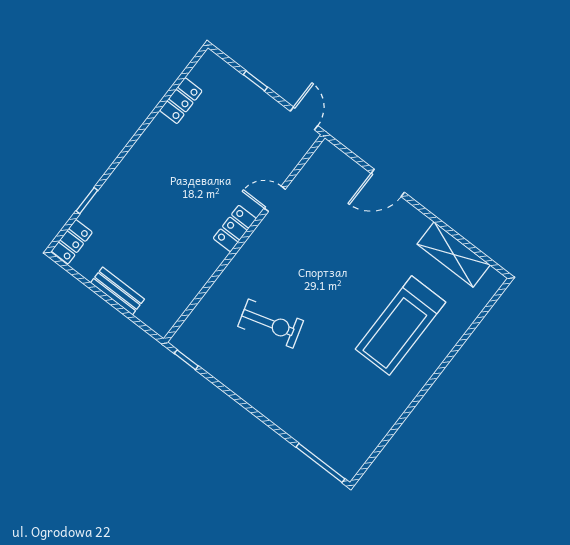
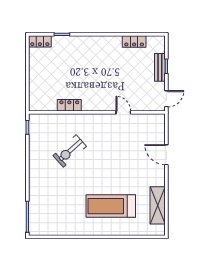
locker: (235, 228) -> (69, 105), moved
bench: (117, 291) -> (160, 67), moved
exercise bike: (271, 324) -> (70, 151), turned 64

